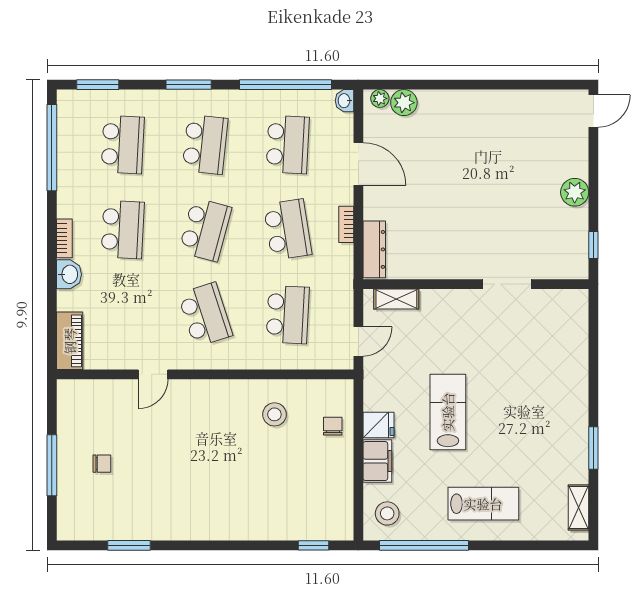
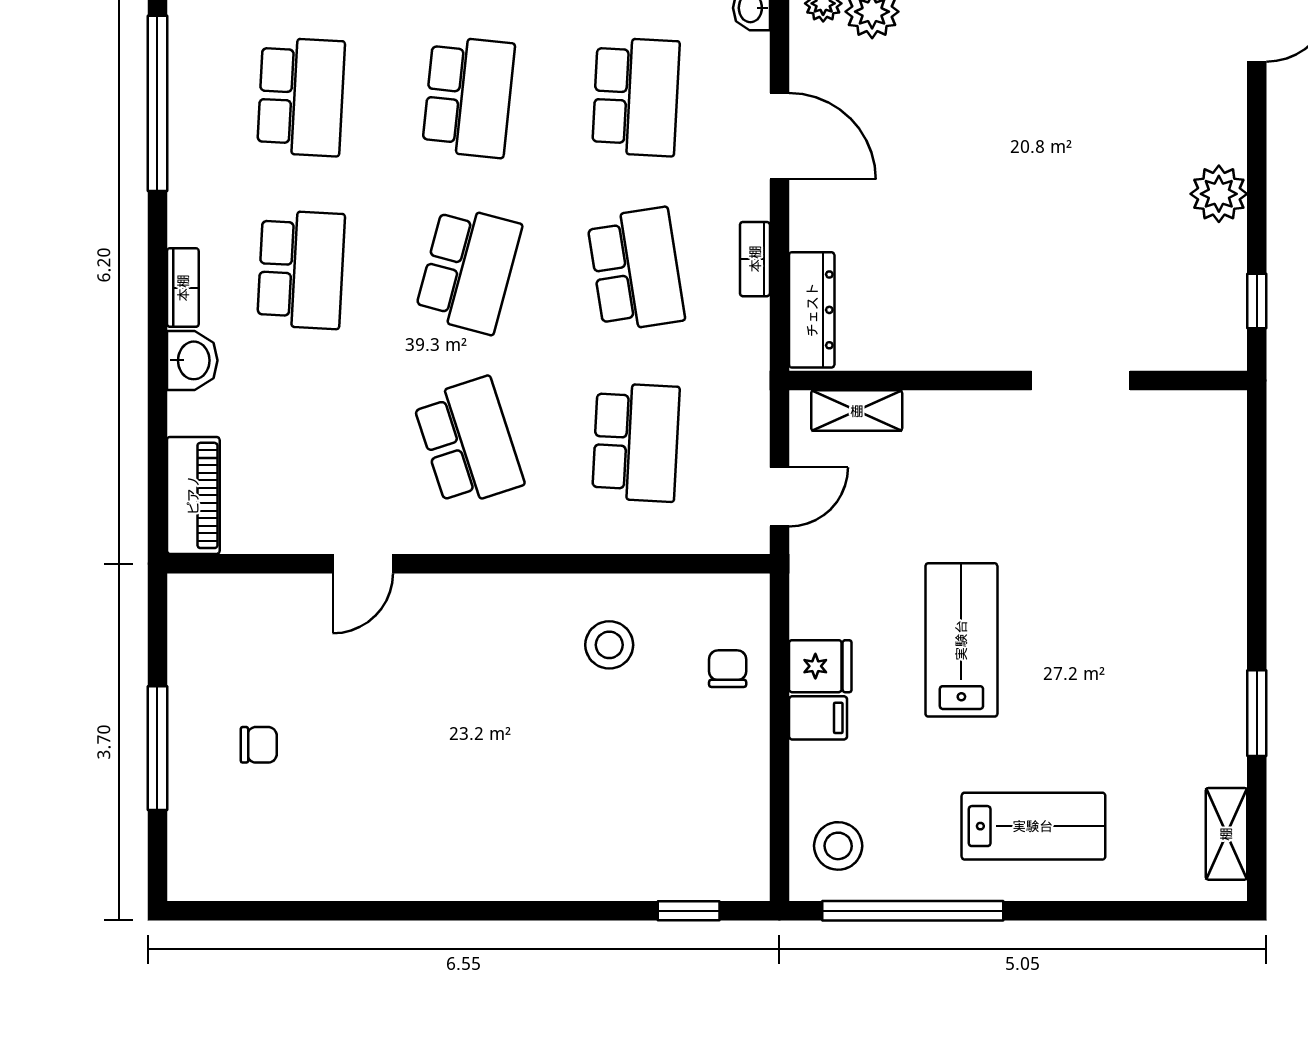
filing cabinet: (377, 461) -> (818, 718), width x0.50
window: (129, 545) -> (314, 911), removed

